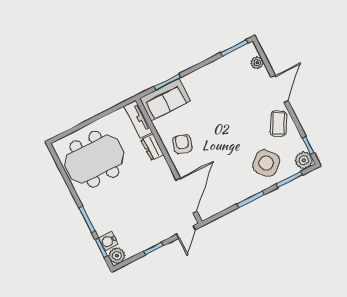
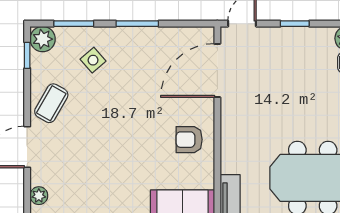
armchair: (182, 144) -> (189, 140), turned 73
dresser: (152, 147) -> (230, 155), removed
side table: (266, 163) -> (93, 60), width x0.54, depth x0.54

